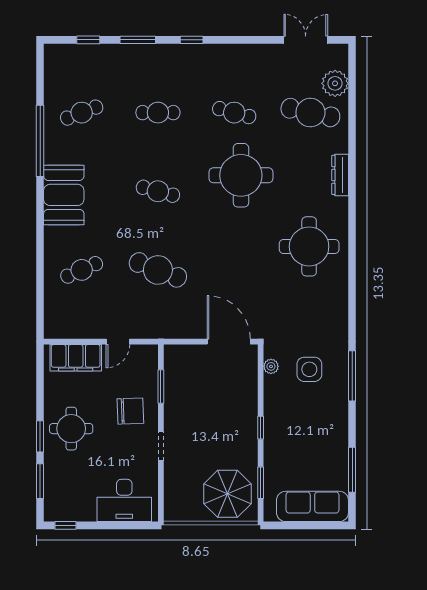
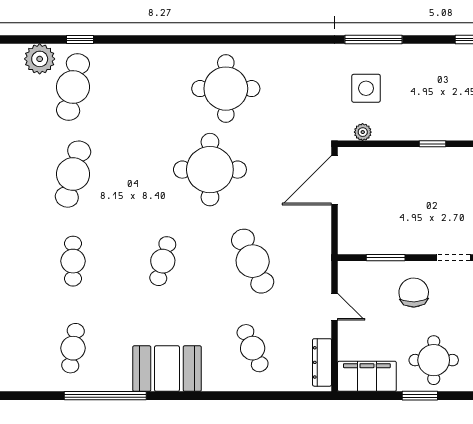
cafe table: (82, 113) -> (73, 348), turned 30
cafe table: (234, 113) -> (73, 174), width x1.37, depth x1.35
window: (352, 119) -> (80, 40), added
round table: (241, 175) -> (210, 170), moved
dresser: (340, 175) -> (322, 362), moved, turned 90
cafe table: (158, 270) -> (253, 261), turned -45
filing cabinet: (76, 358) -> (367, 376), moved, turned -90
window: (40, 436) -> (420, 396), moved

